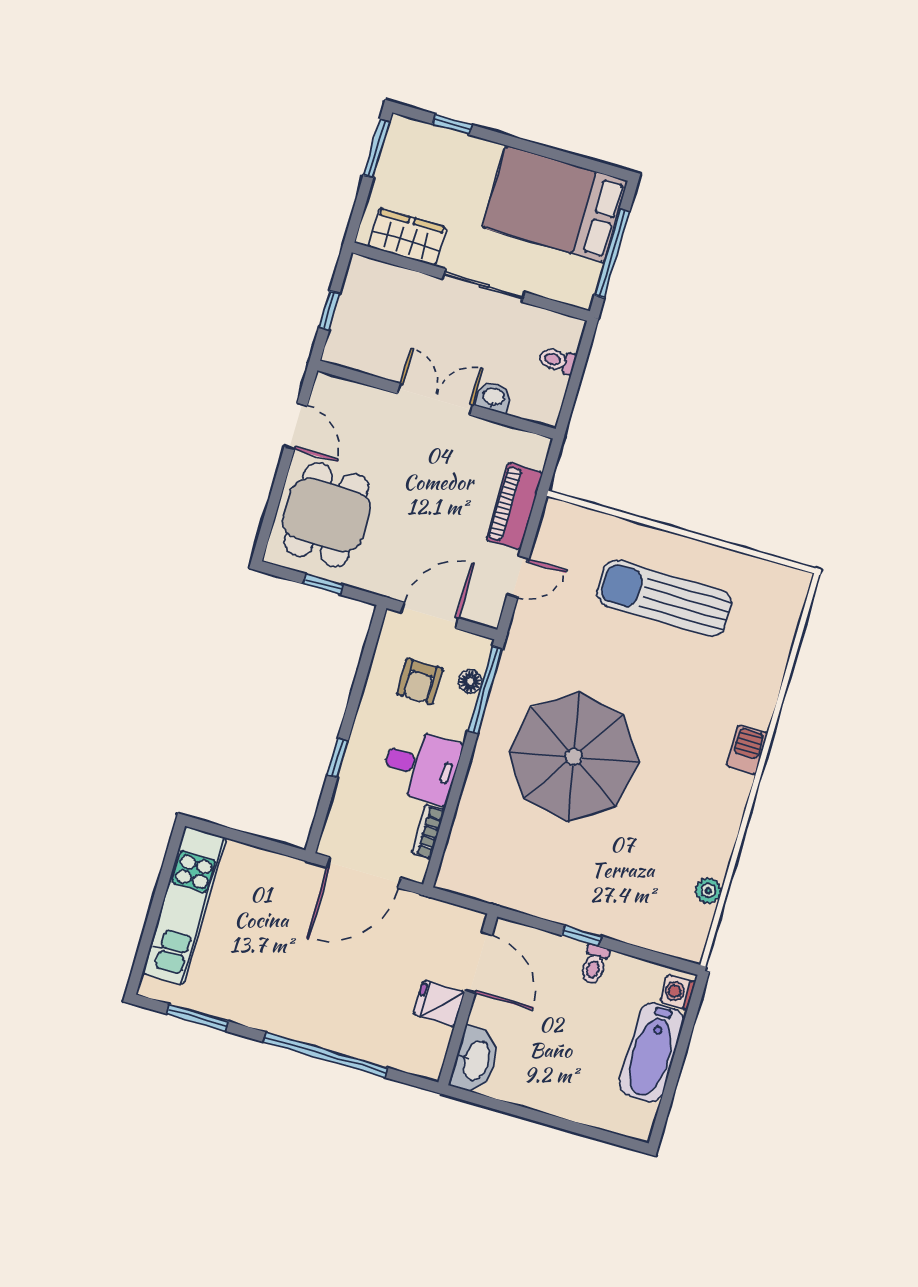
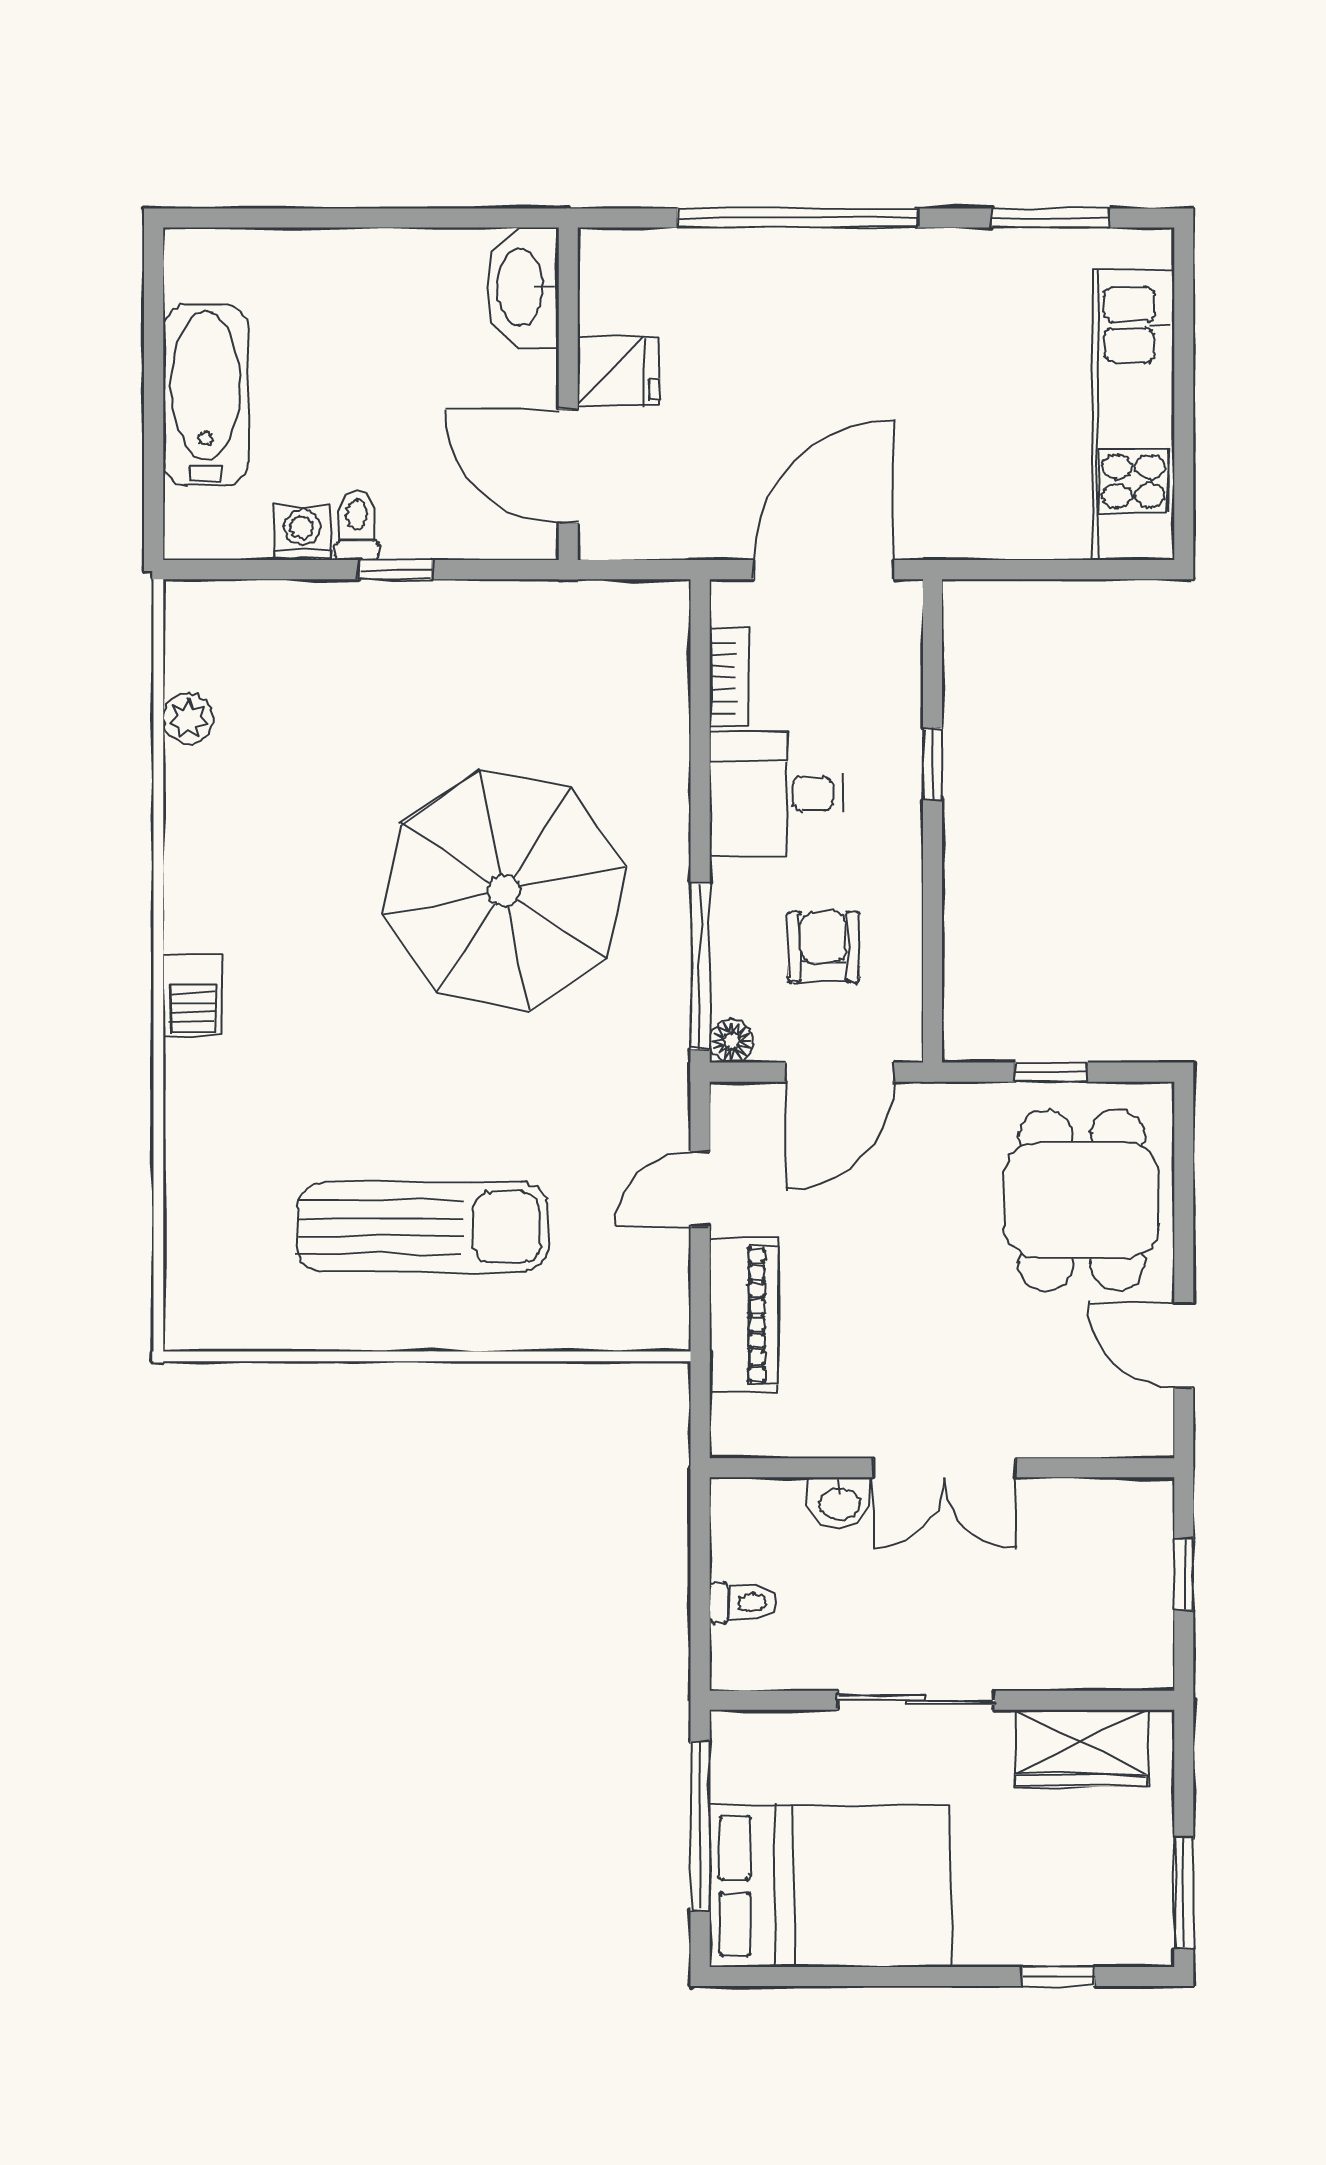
floor lamp: (470, 682) -> (731, 1041), moved
washing machine: (678, 992) -> (302, 533), moved, turned -90

